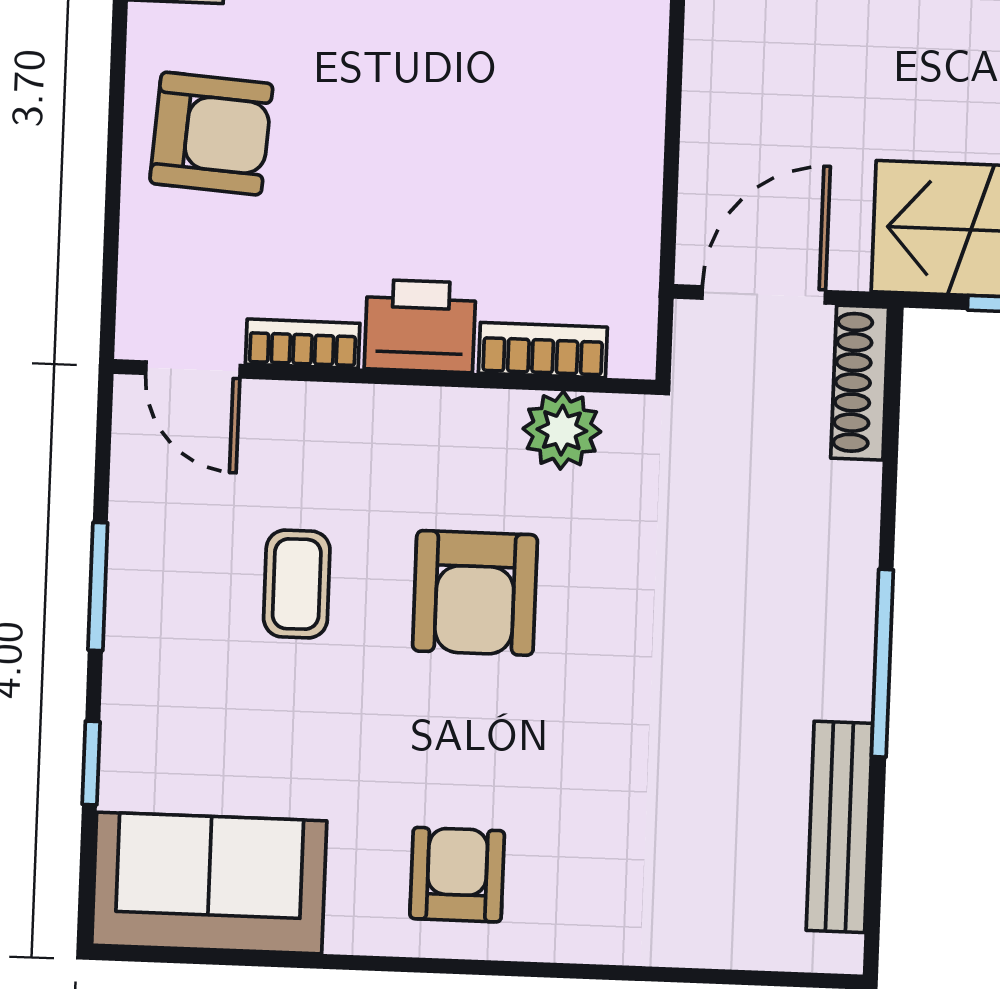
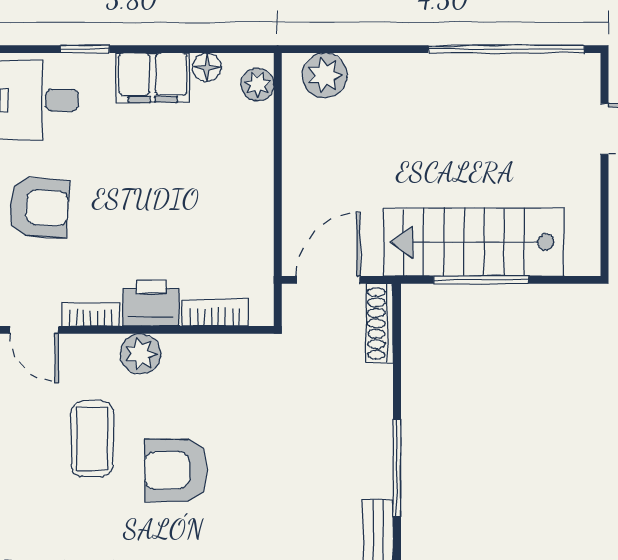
plant: (562, 430) -> (140, 354), moved
coffee table: (297, 584) -> (92, 439), width x1.36, depth x1.30
armchair: (475, 593) -> (176, 470), moved, turned 90

